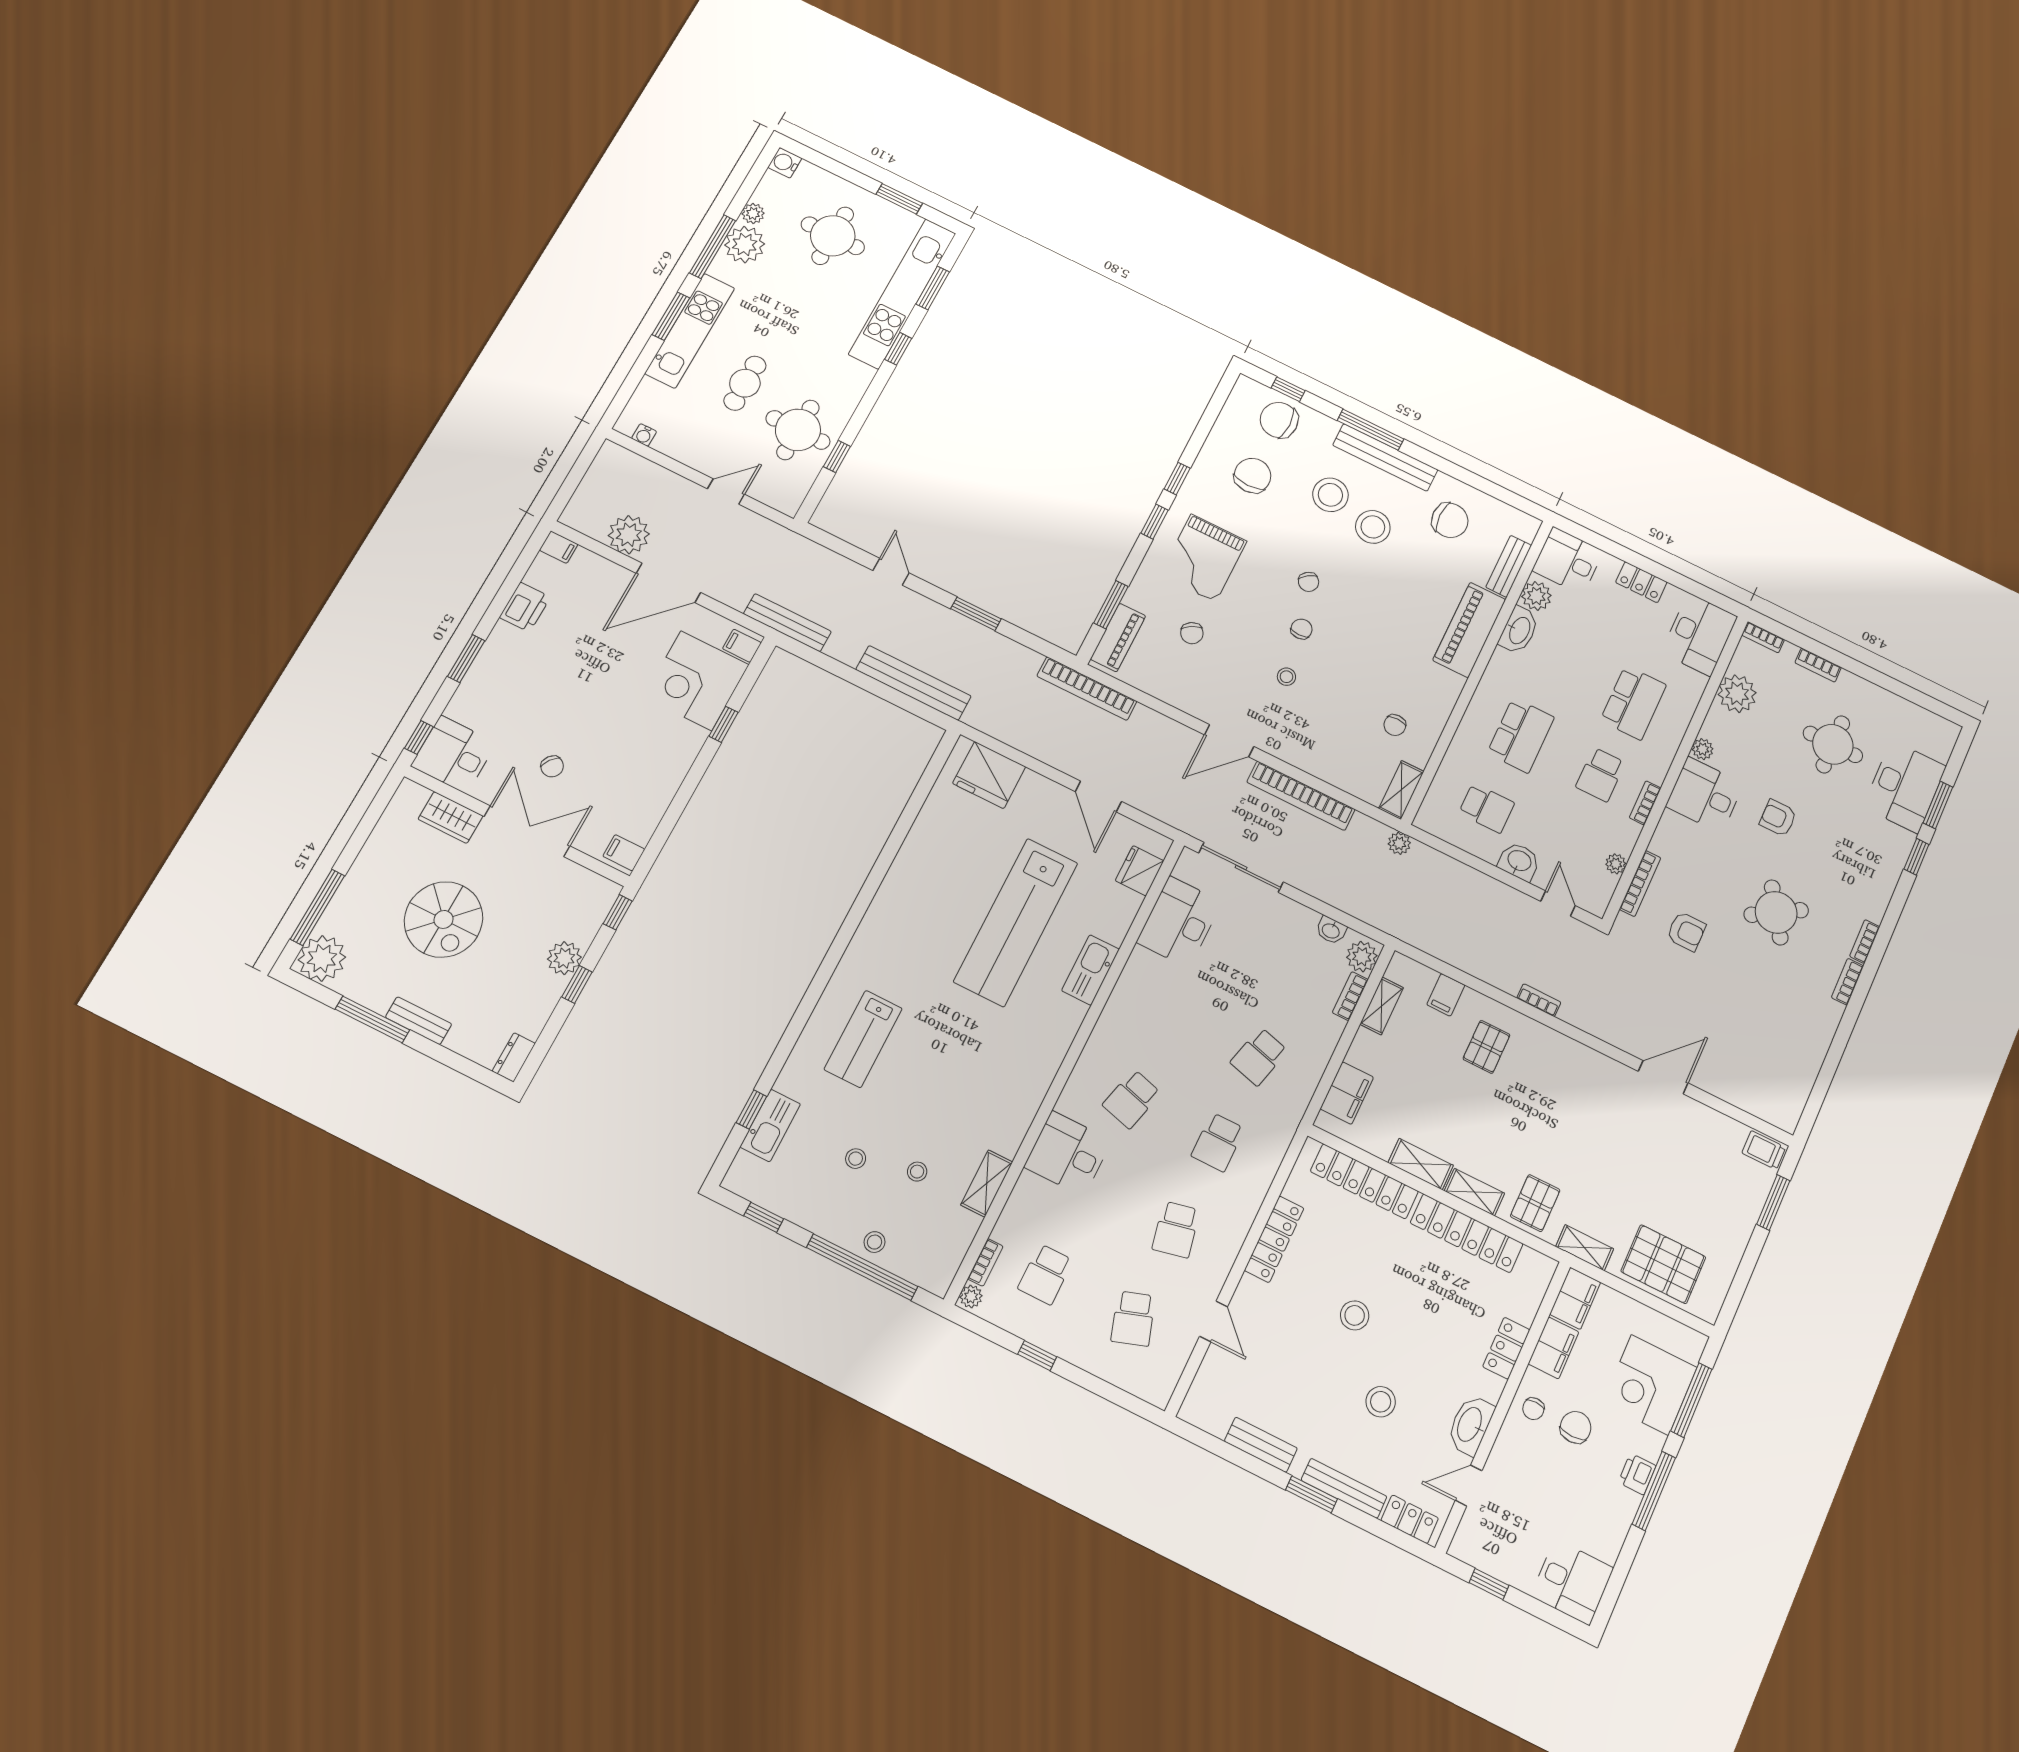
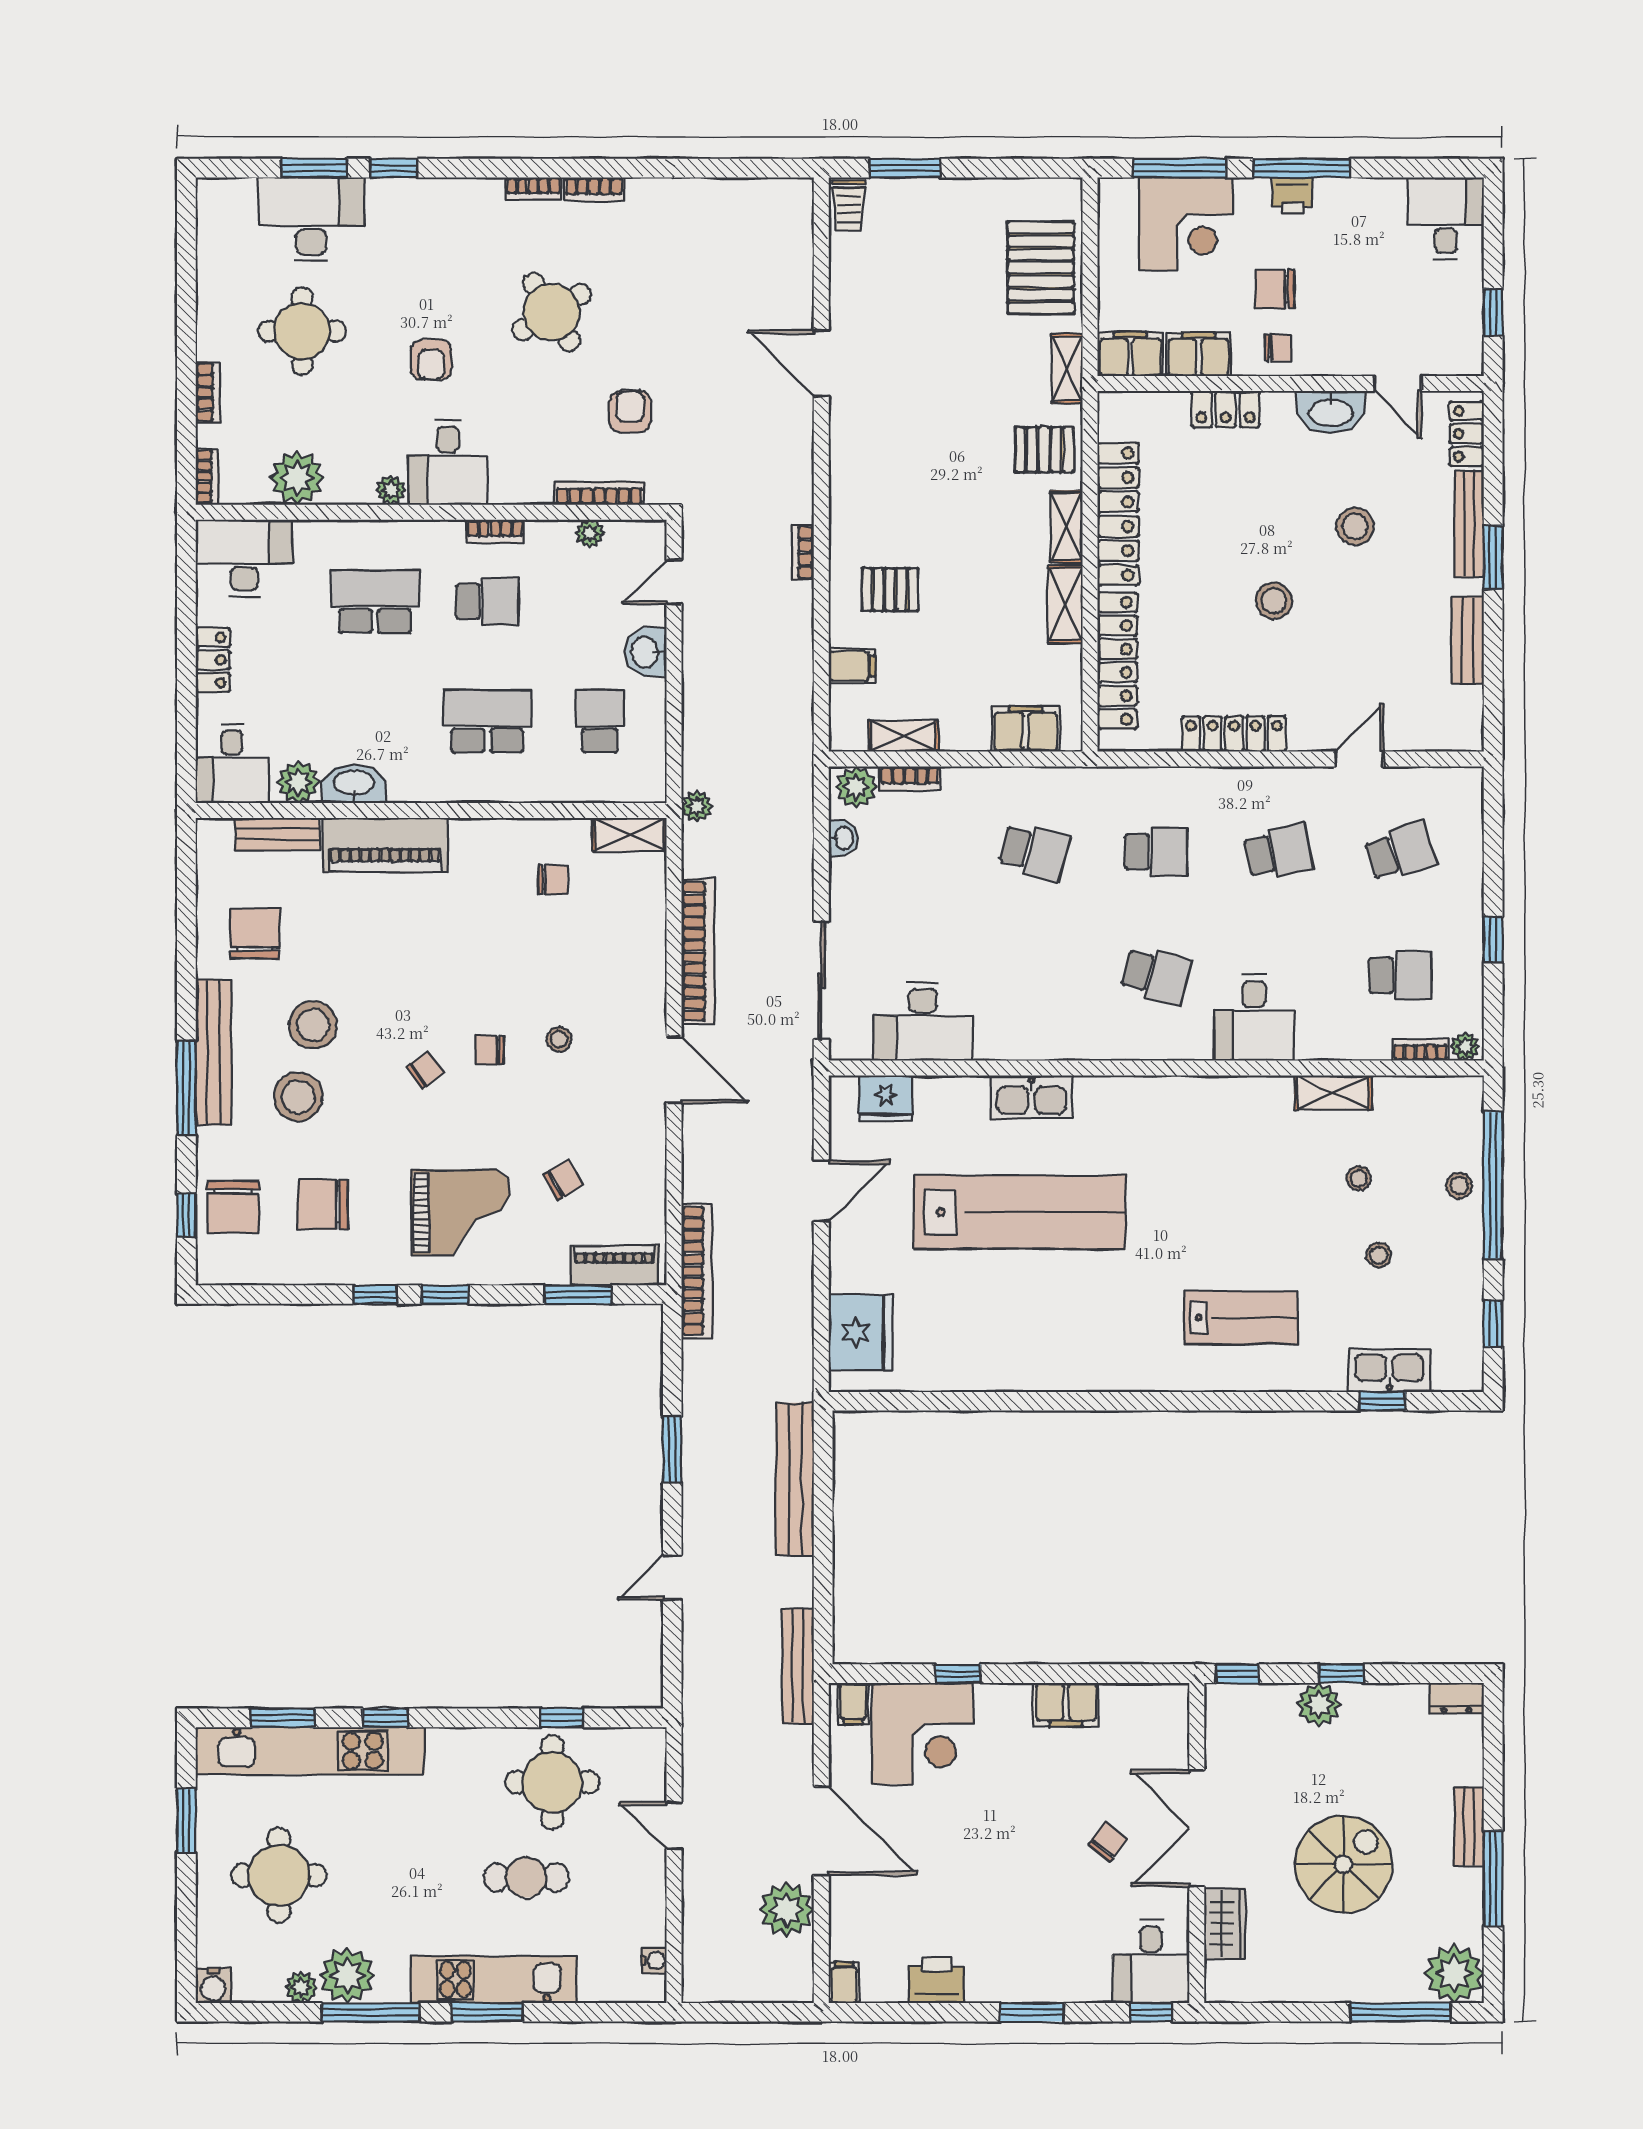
filing cabinet: (624, 853) -> (1066, 1705), moved, width x2.00

